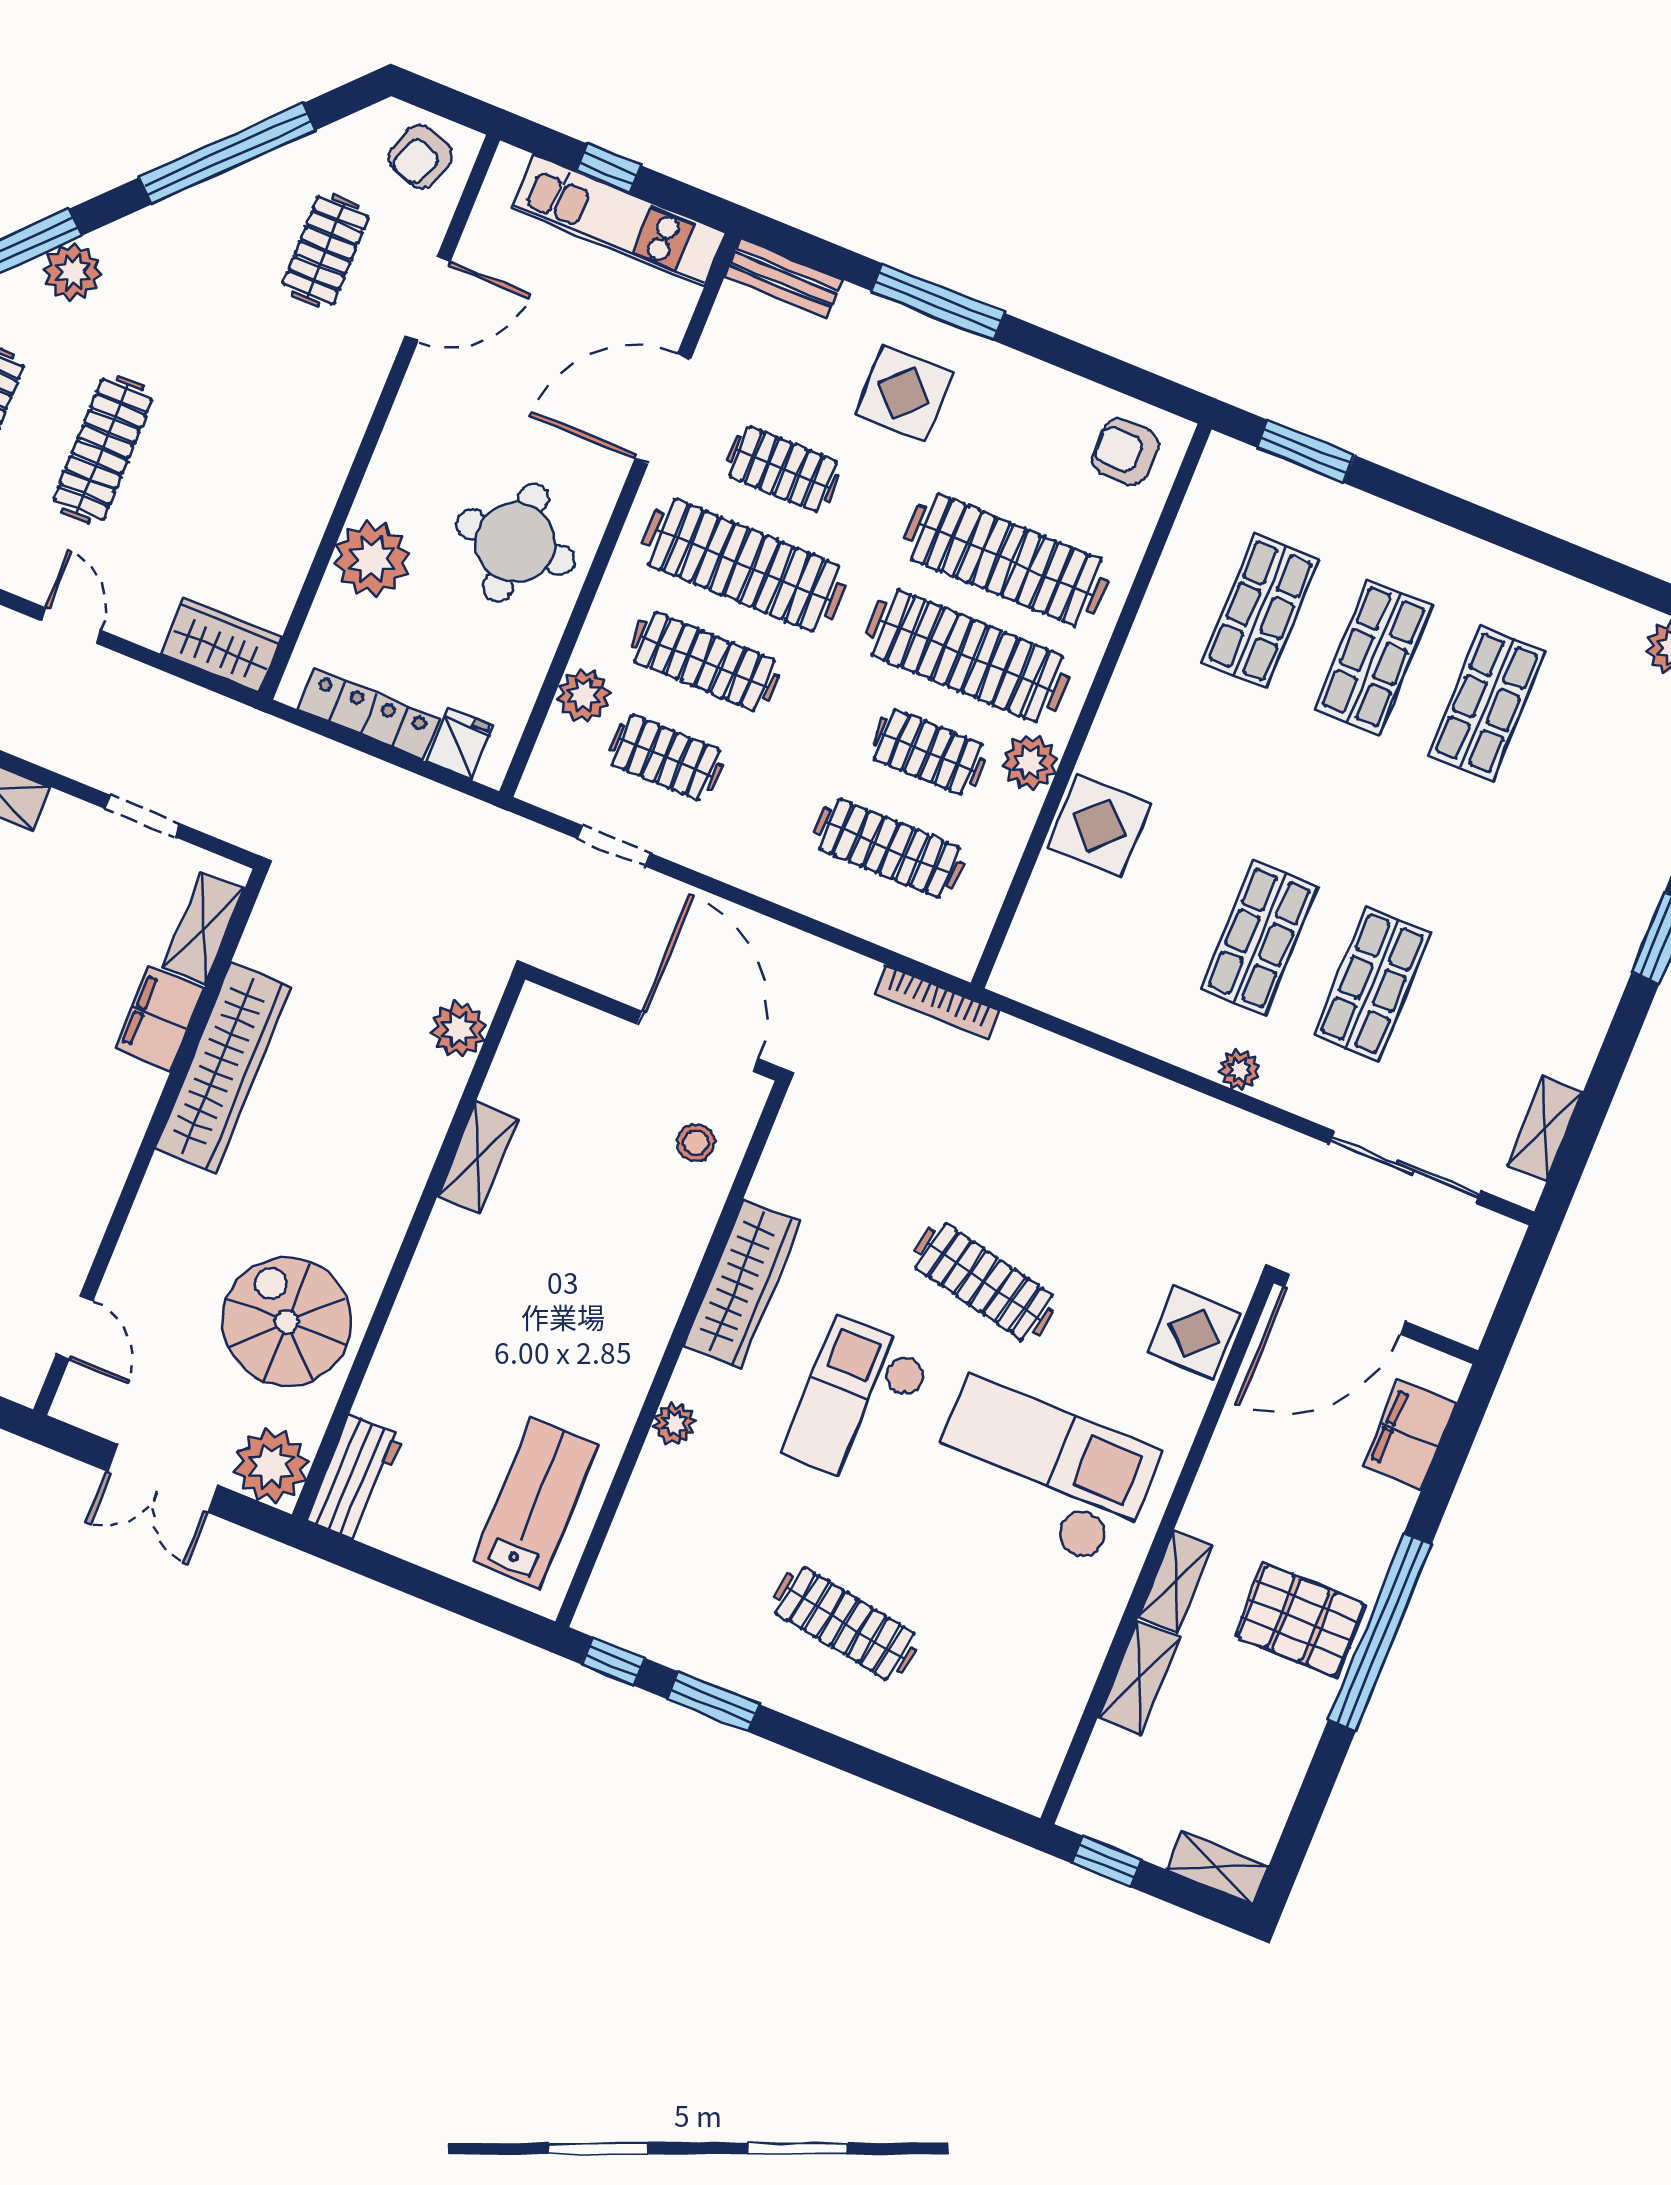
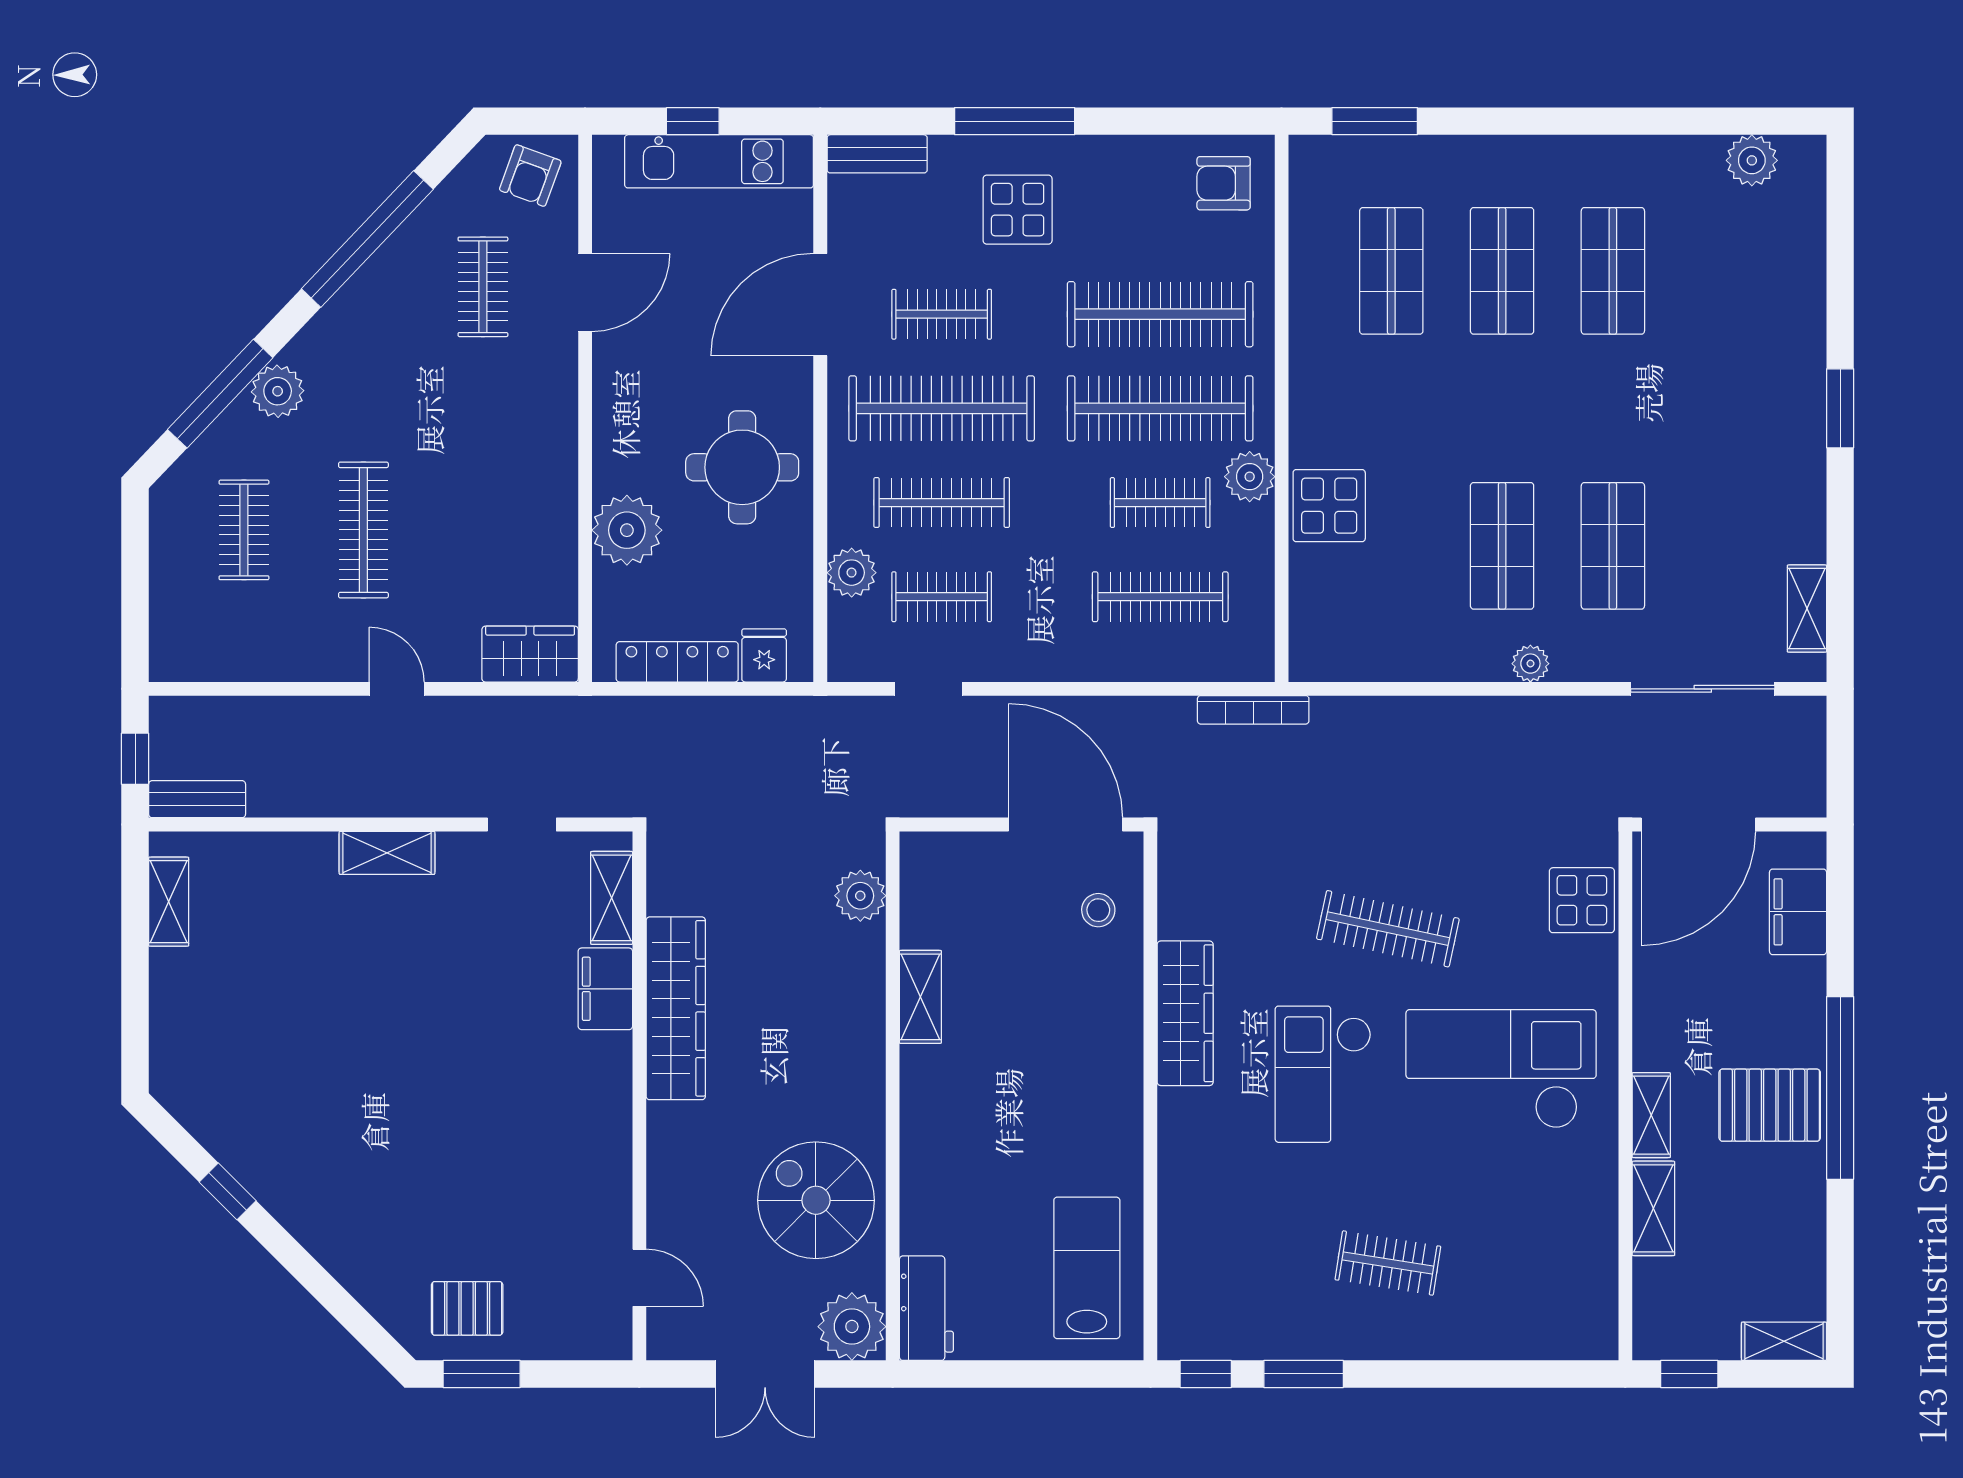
plant: (674, 1424) -> (1176, 1154), removed
clothes rail: (845, 1623) -> (1388, 1263), width x0.73

